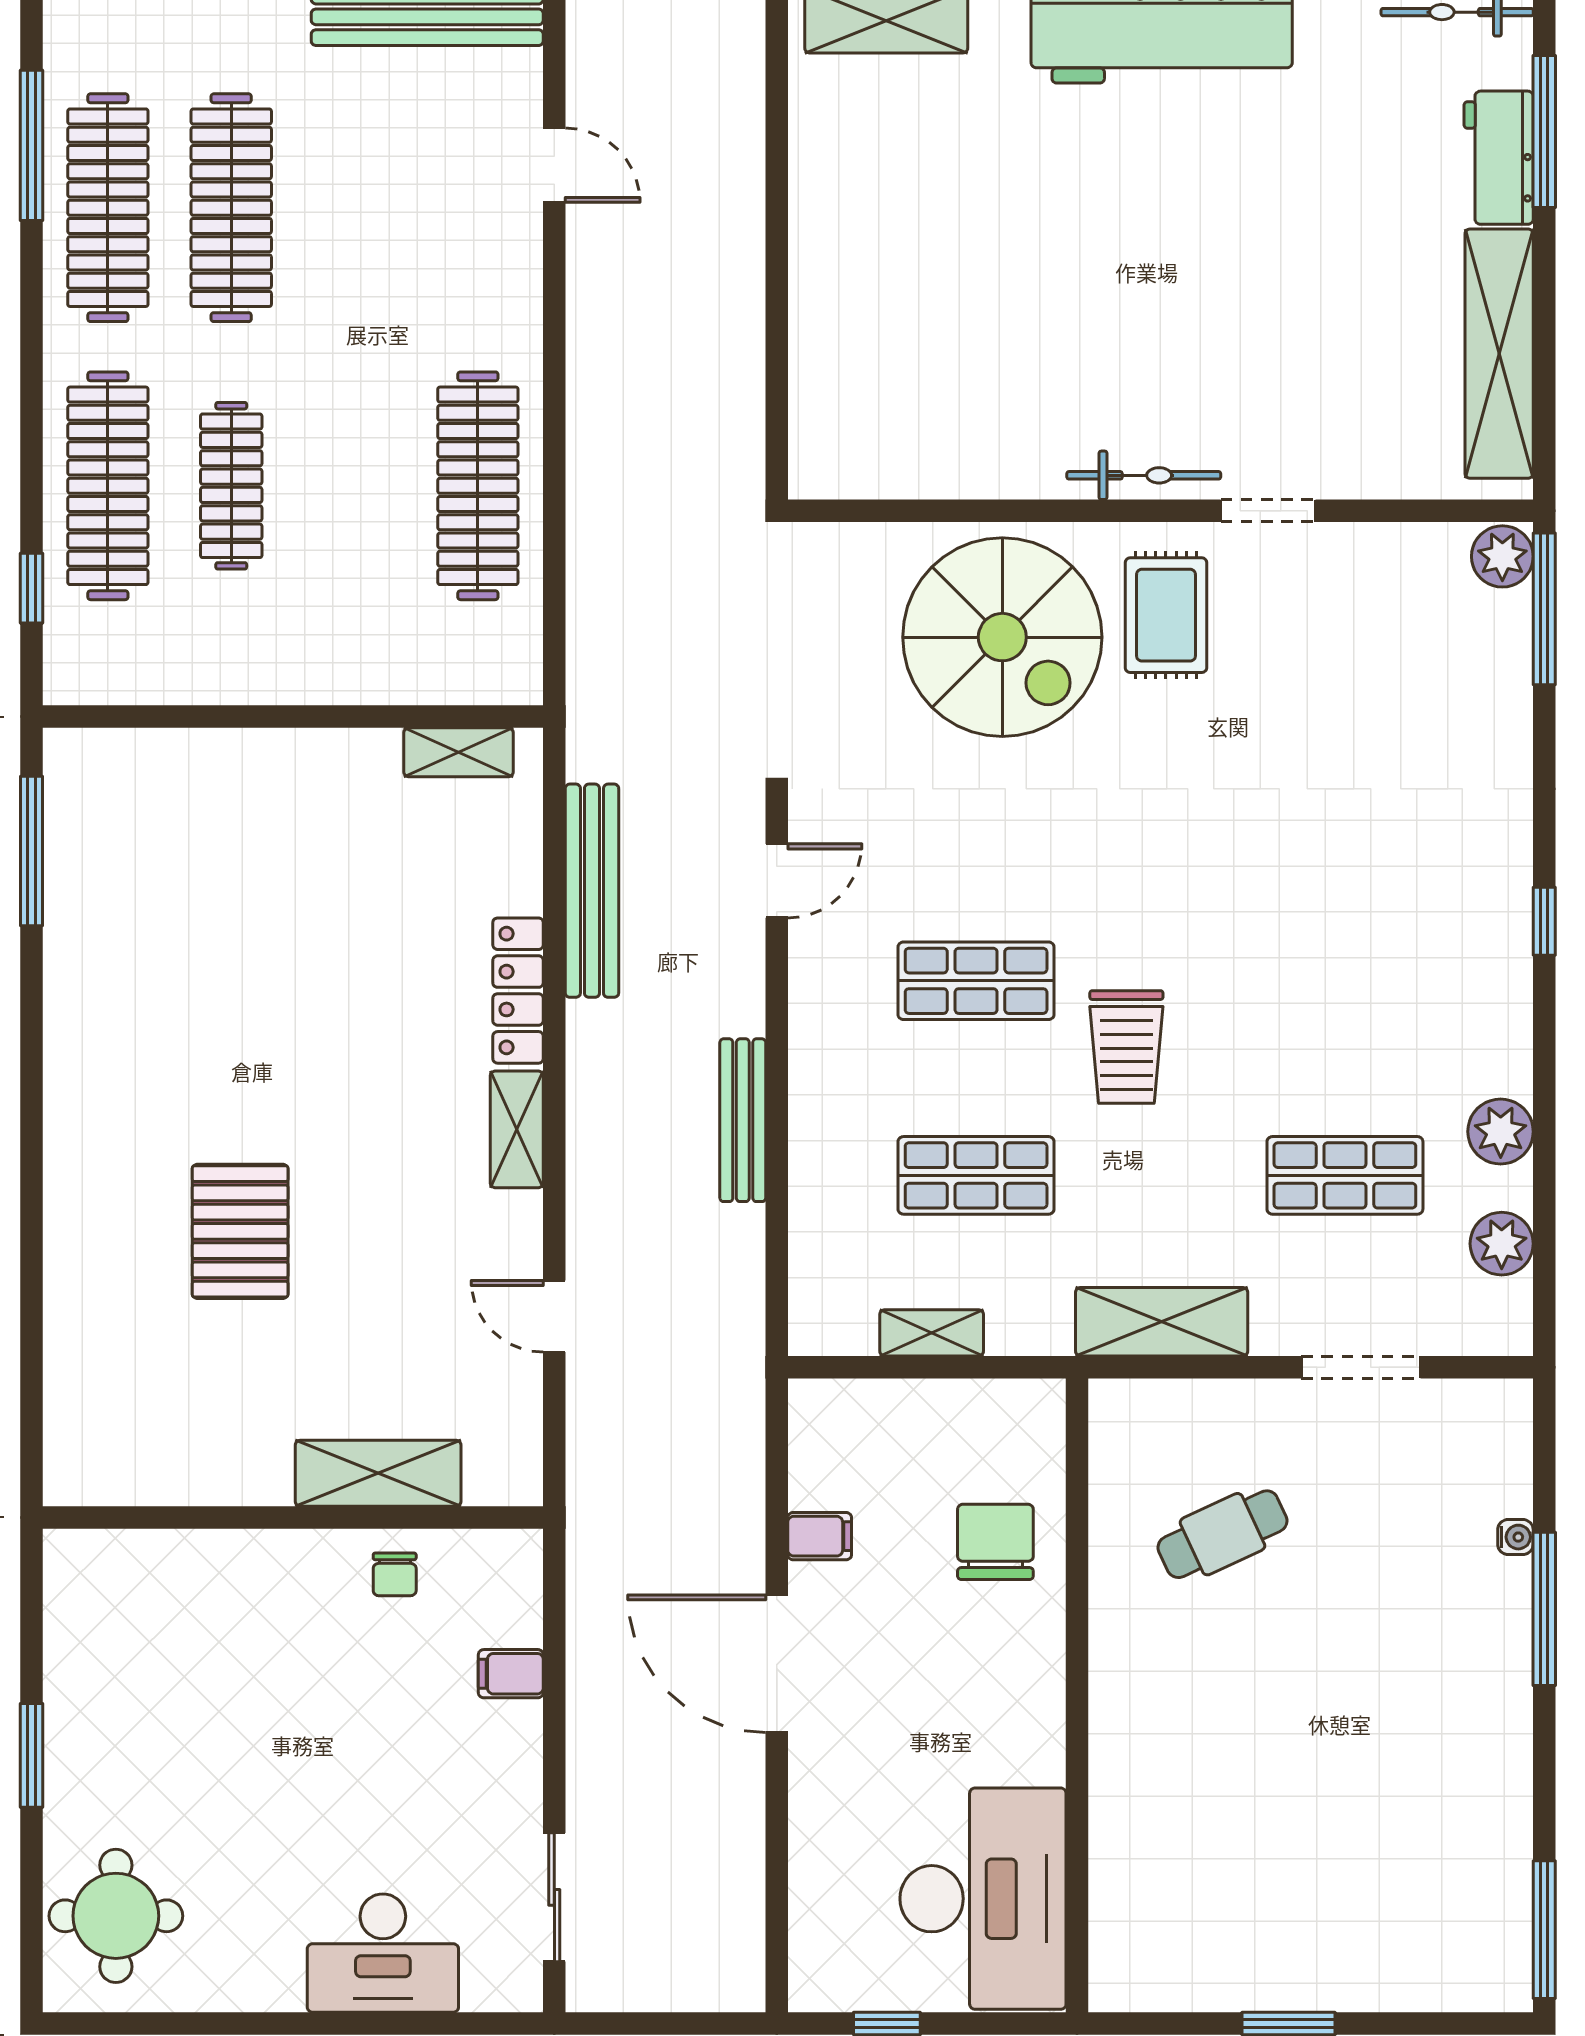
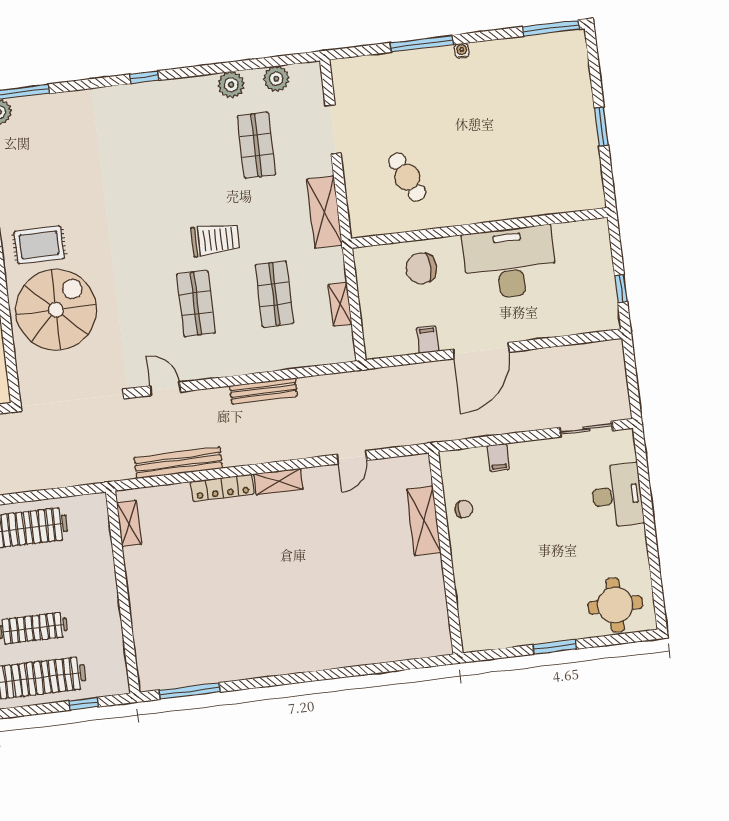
pallet: (240, 1231) -> (333, 588), removed
water cooler: (1515, 1537) -> (462, 51), moved
desk: (983, 1899) -> (510, 263), moved

